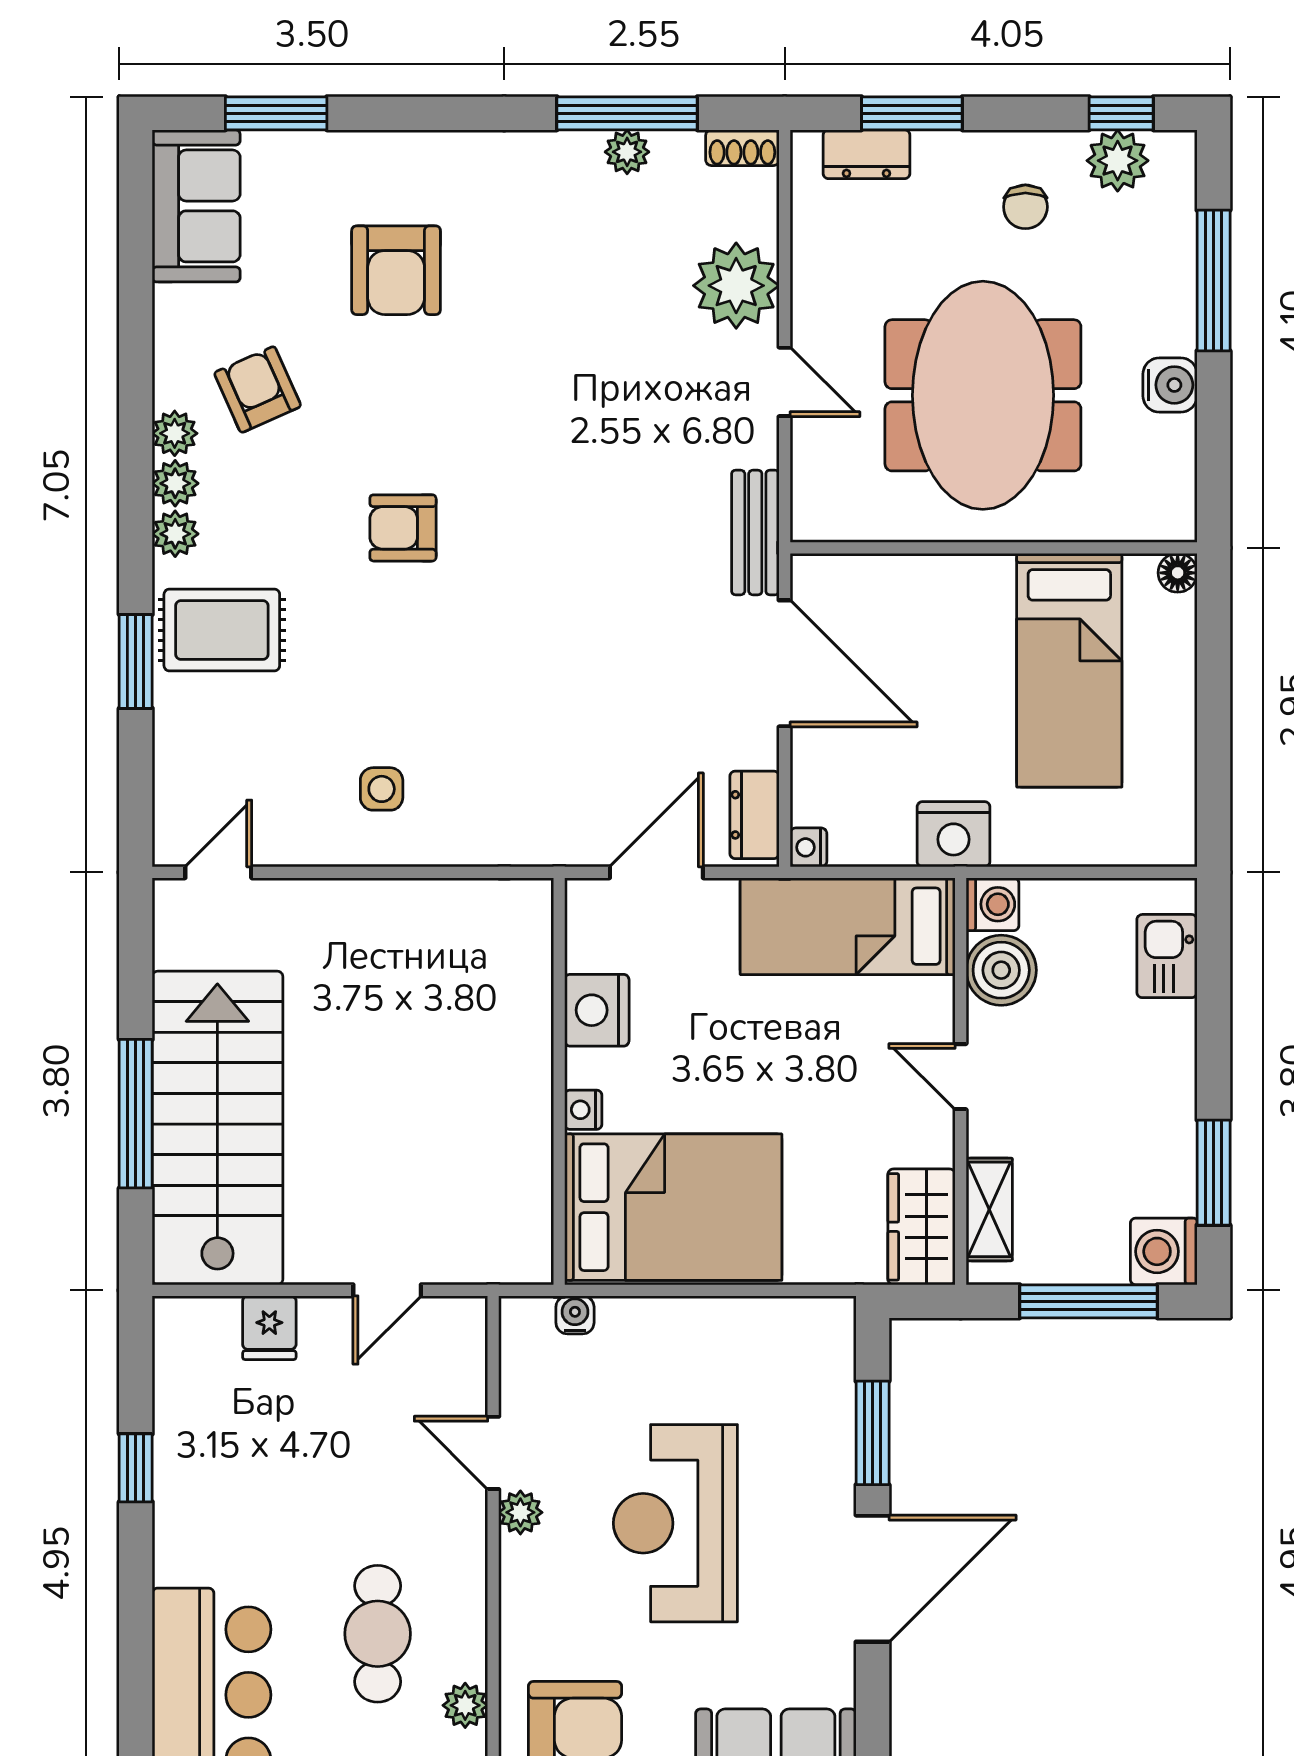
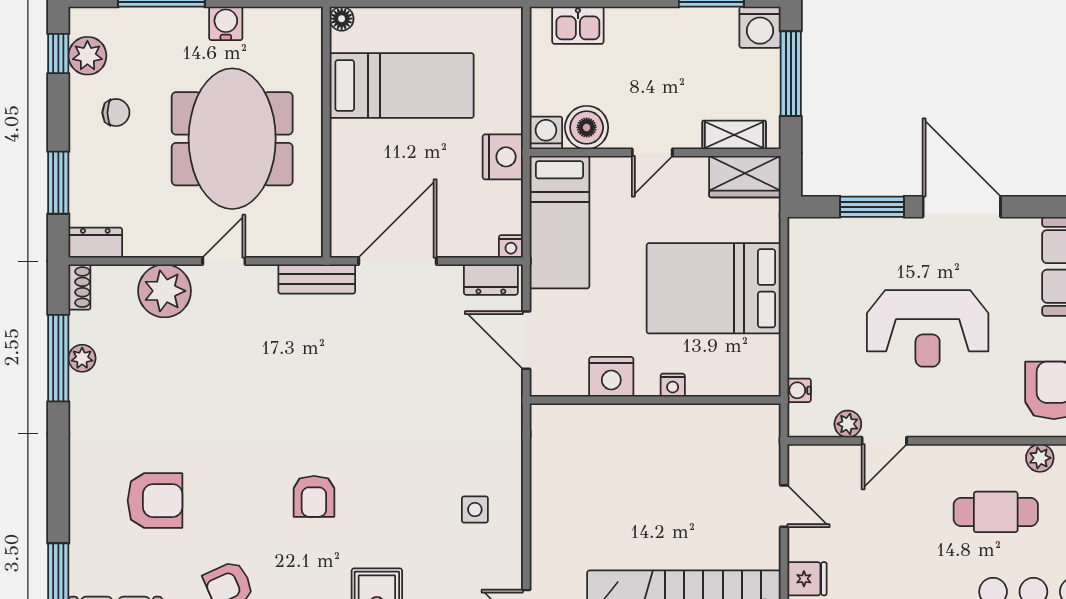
dresser: (866, 154) -> (95, 243), moved, turned -90
meeting table: (983, 395) -> (232, 139), turned 90
bed: (673, 1207) -> (714, 288), moved, turned -90
plant: (520, 1512) -> (848, 424), moved

